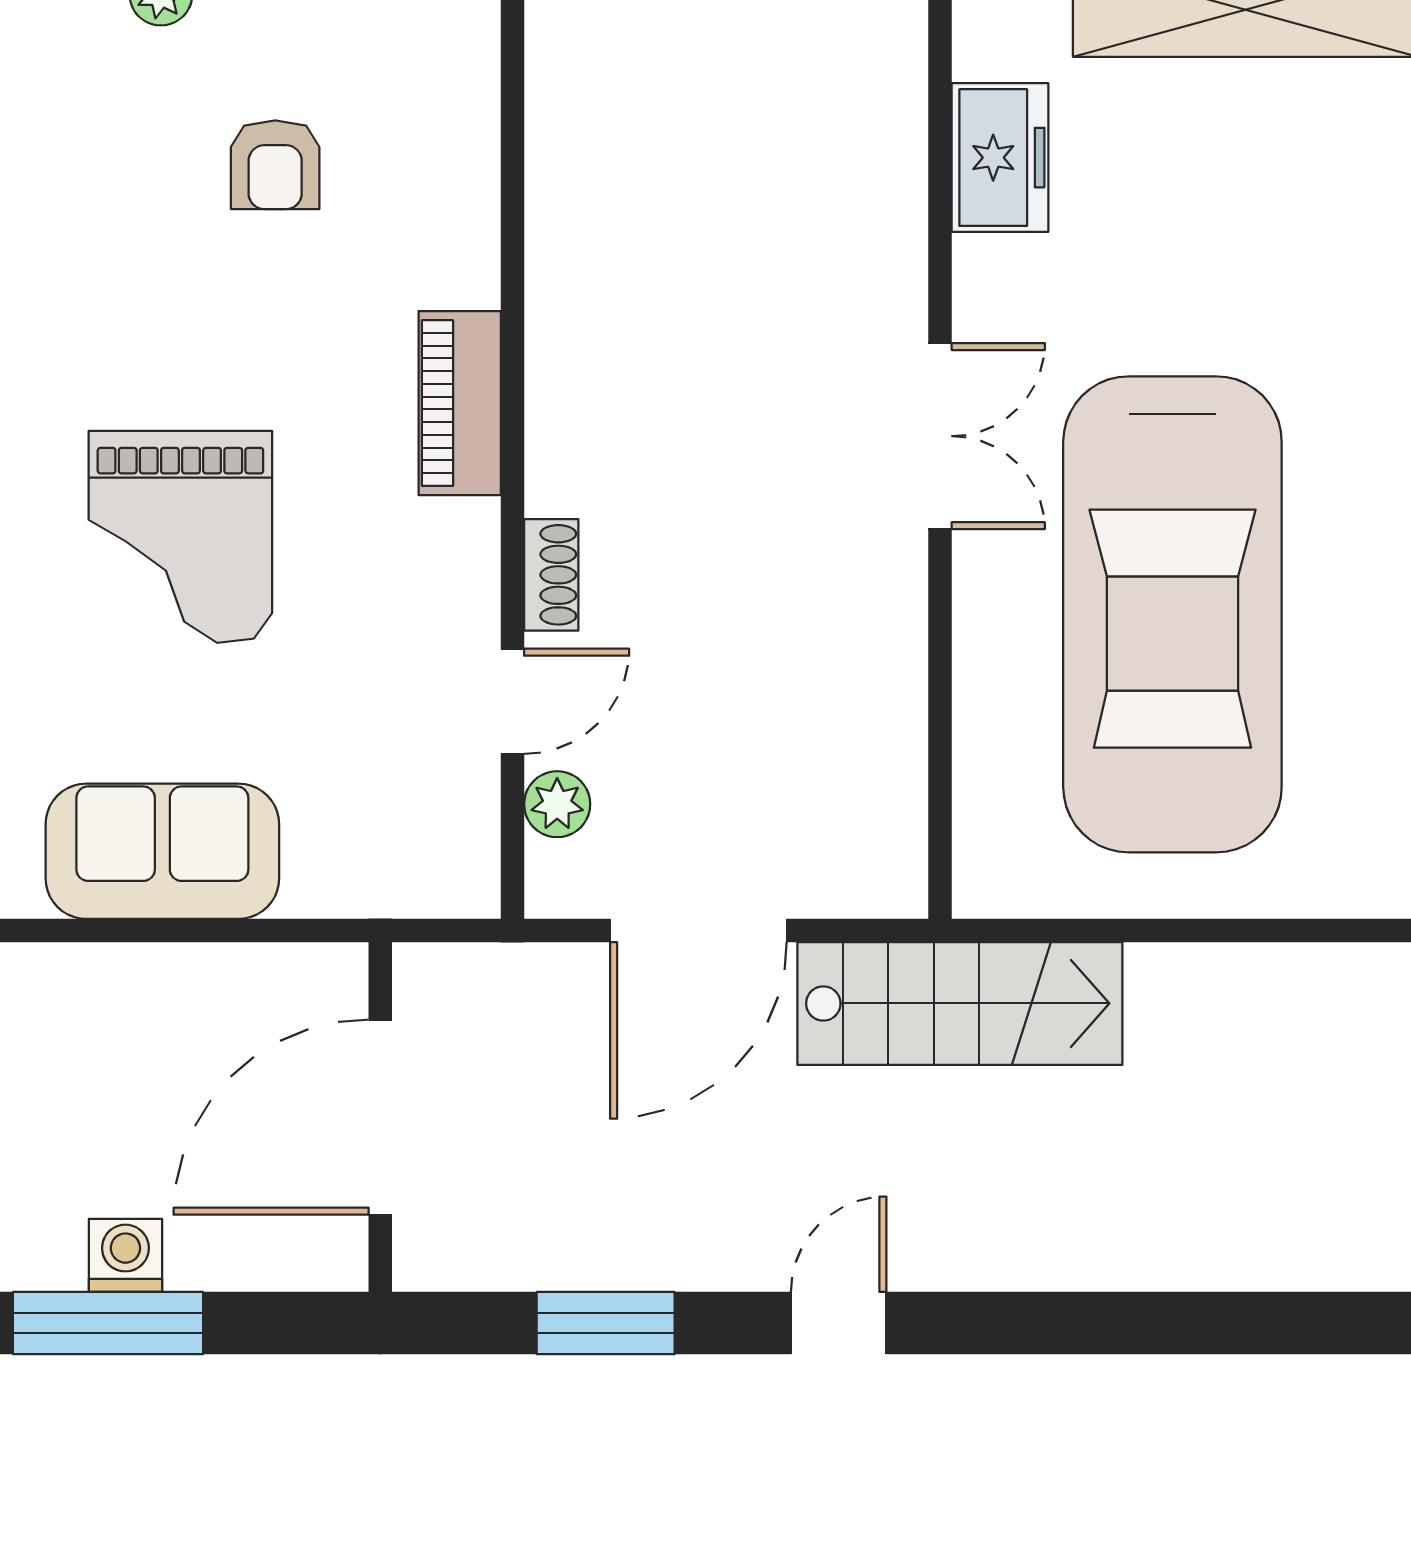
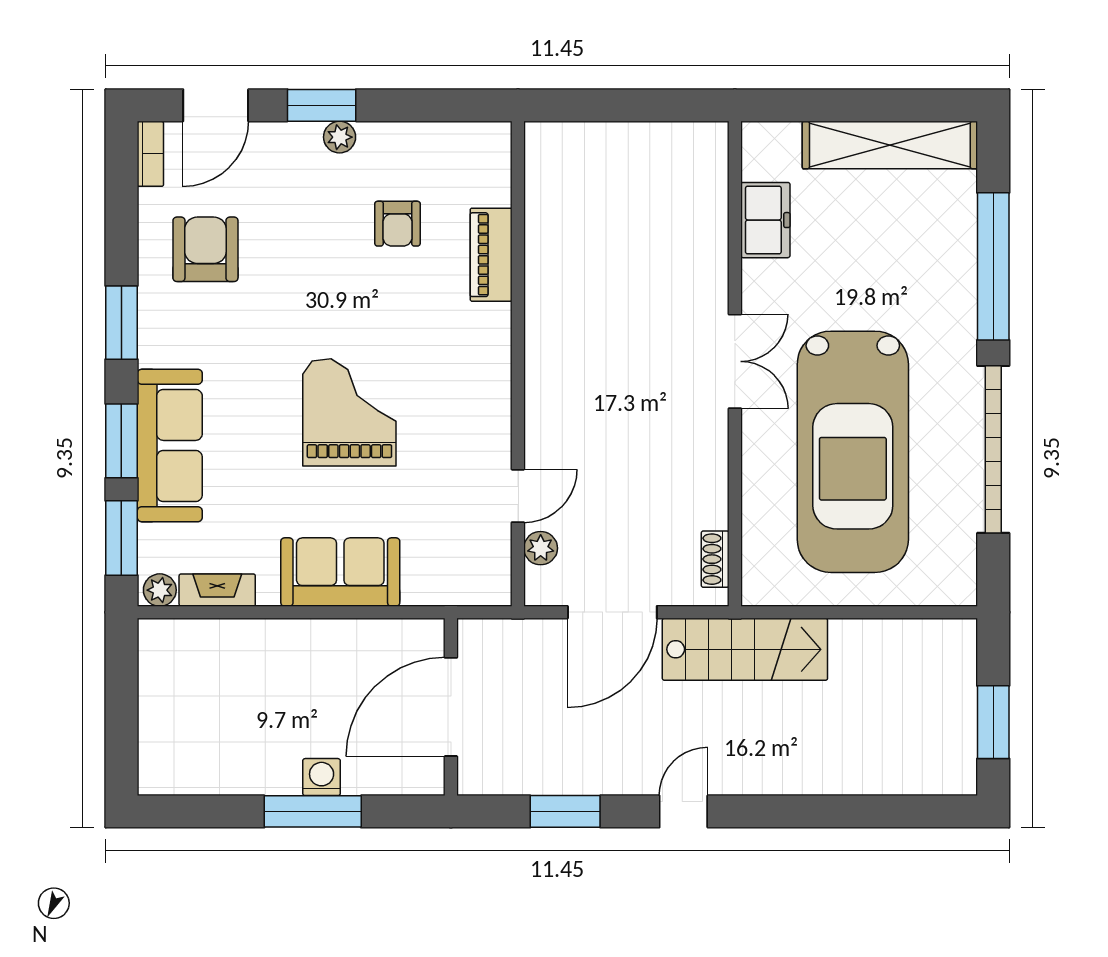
piano: (460, 403) -> (491, 255), moved
grand piano: (180, 537) -> (349, 412), turned 180
shoe rack: (551, 575) -> (715, 559), moved, turned 180

